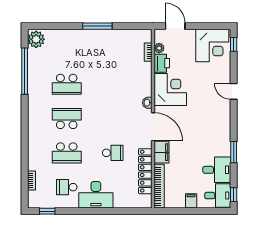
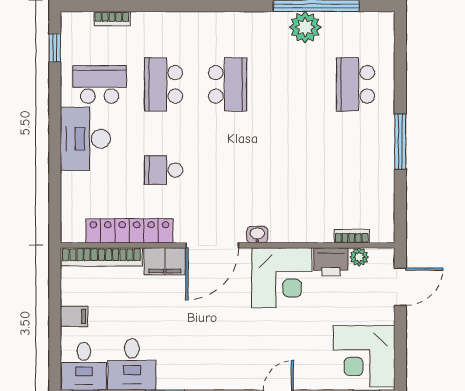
plant: (36, 39) -> (305, 27), moved
school desk: (67, 84) -> (356, 84), moved
school desk: (113, 153) -> (164, 170), turned 90
school desk: (67, 187) -> (100, 84), width x1.85

